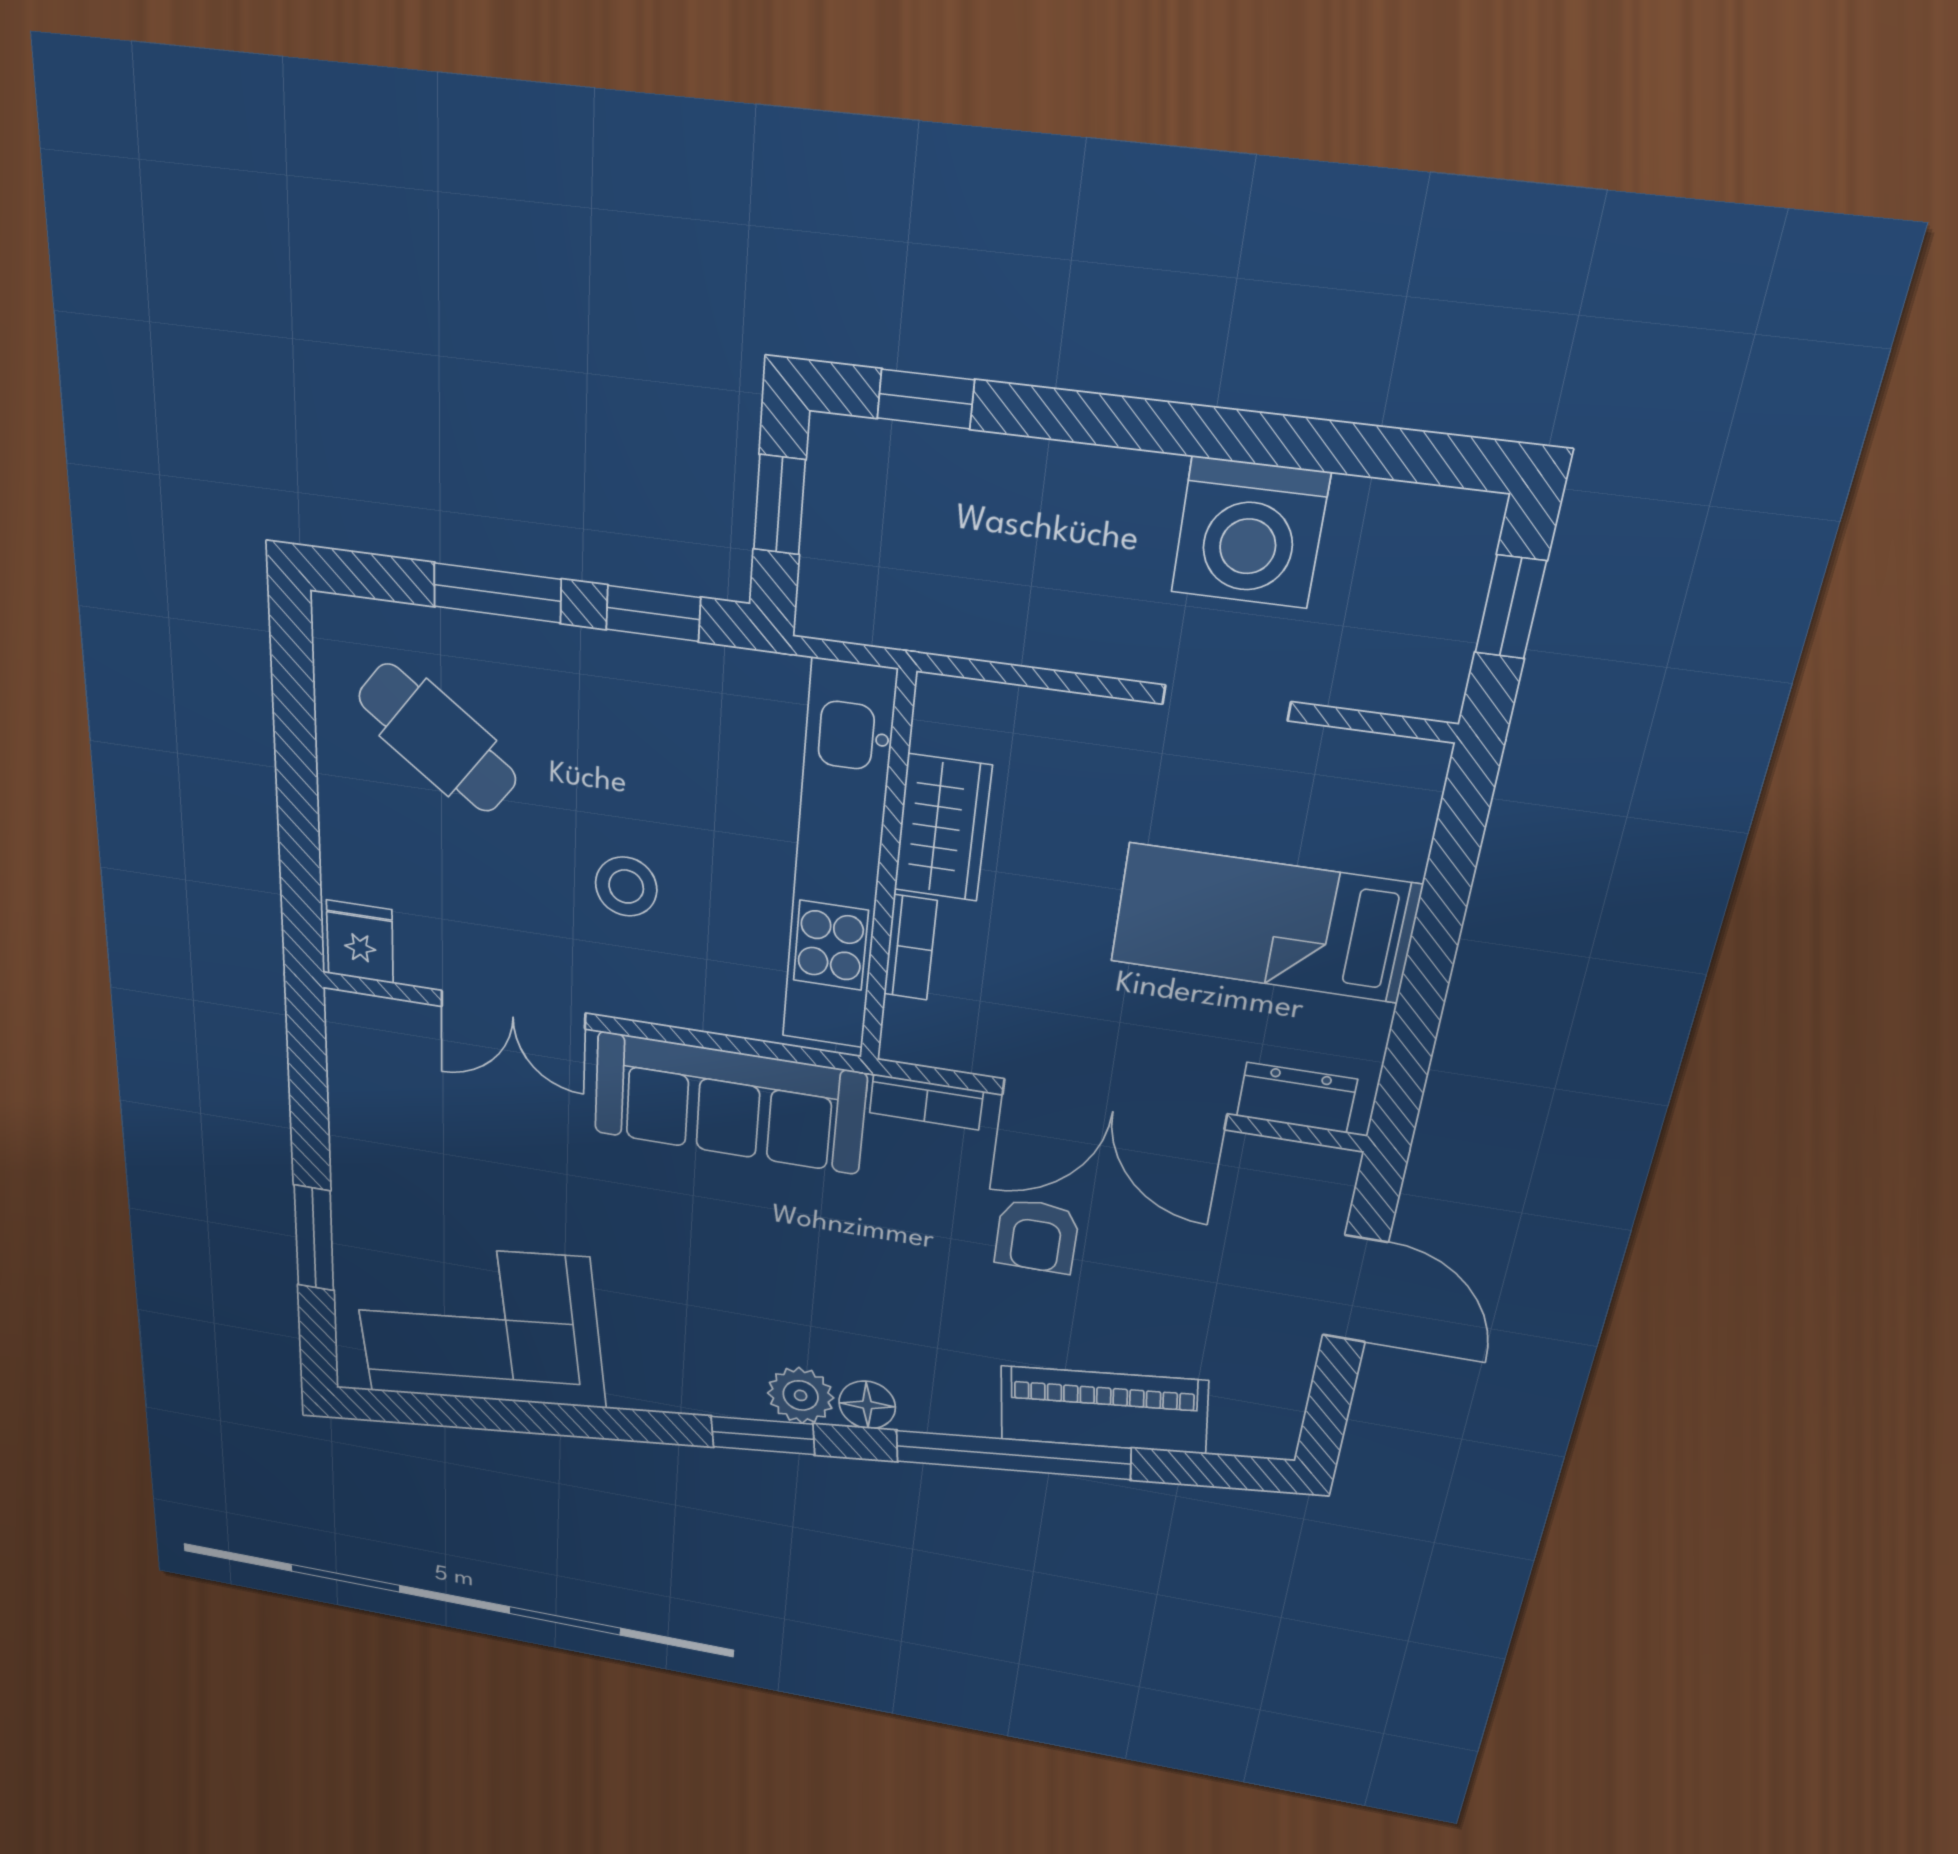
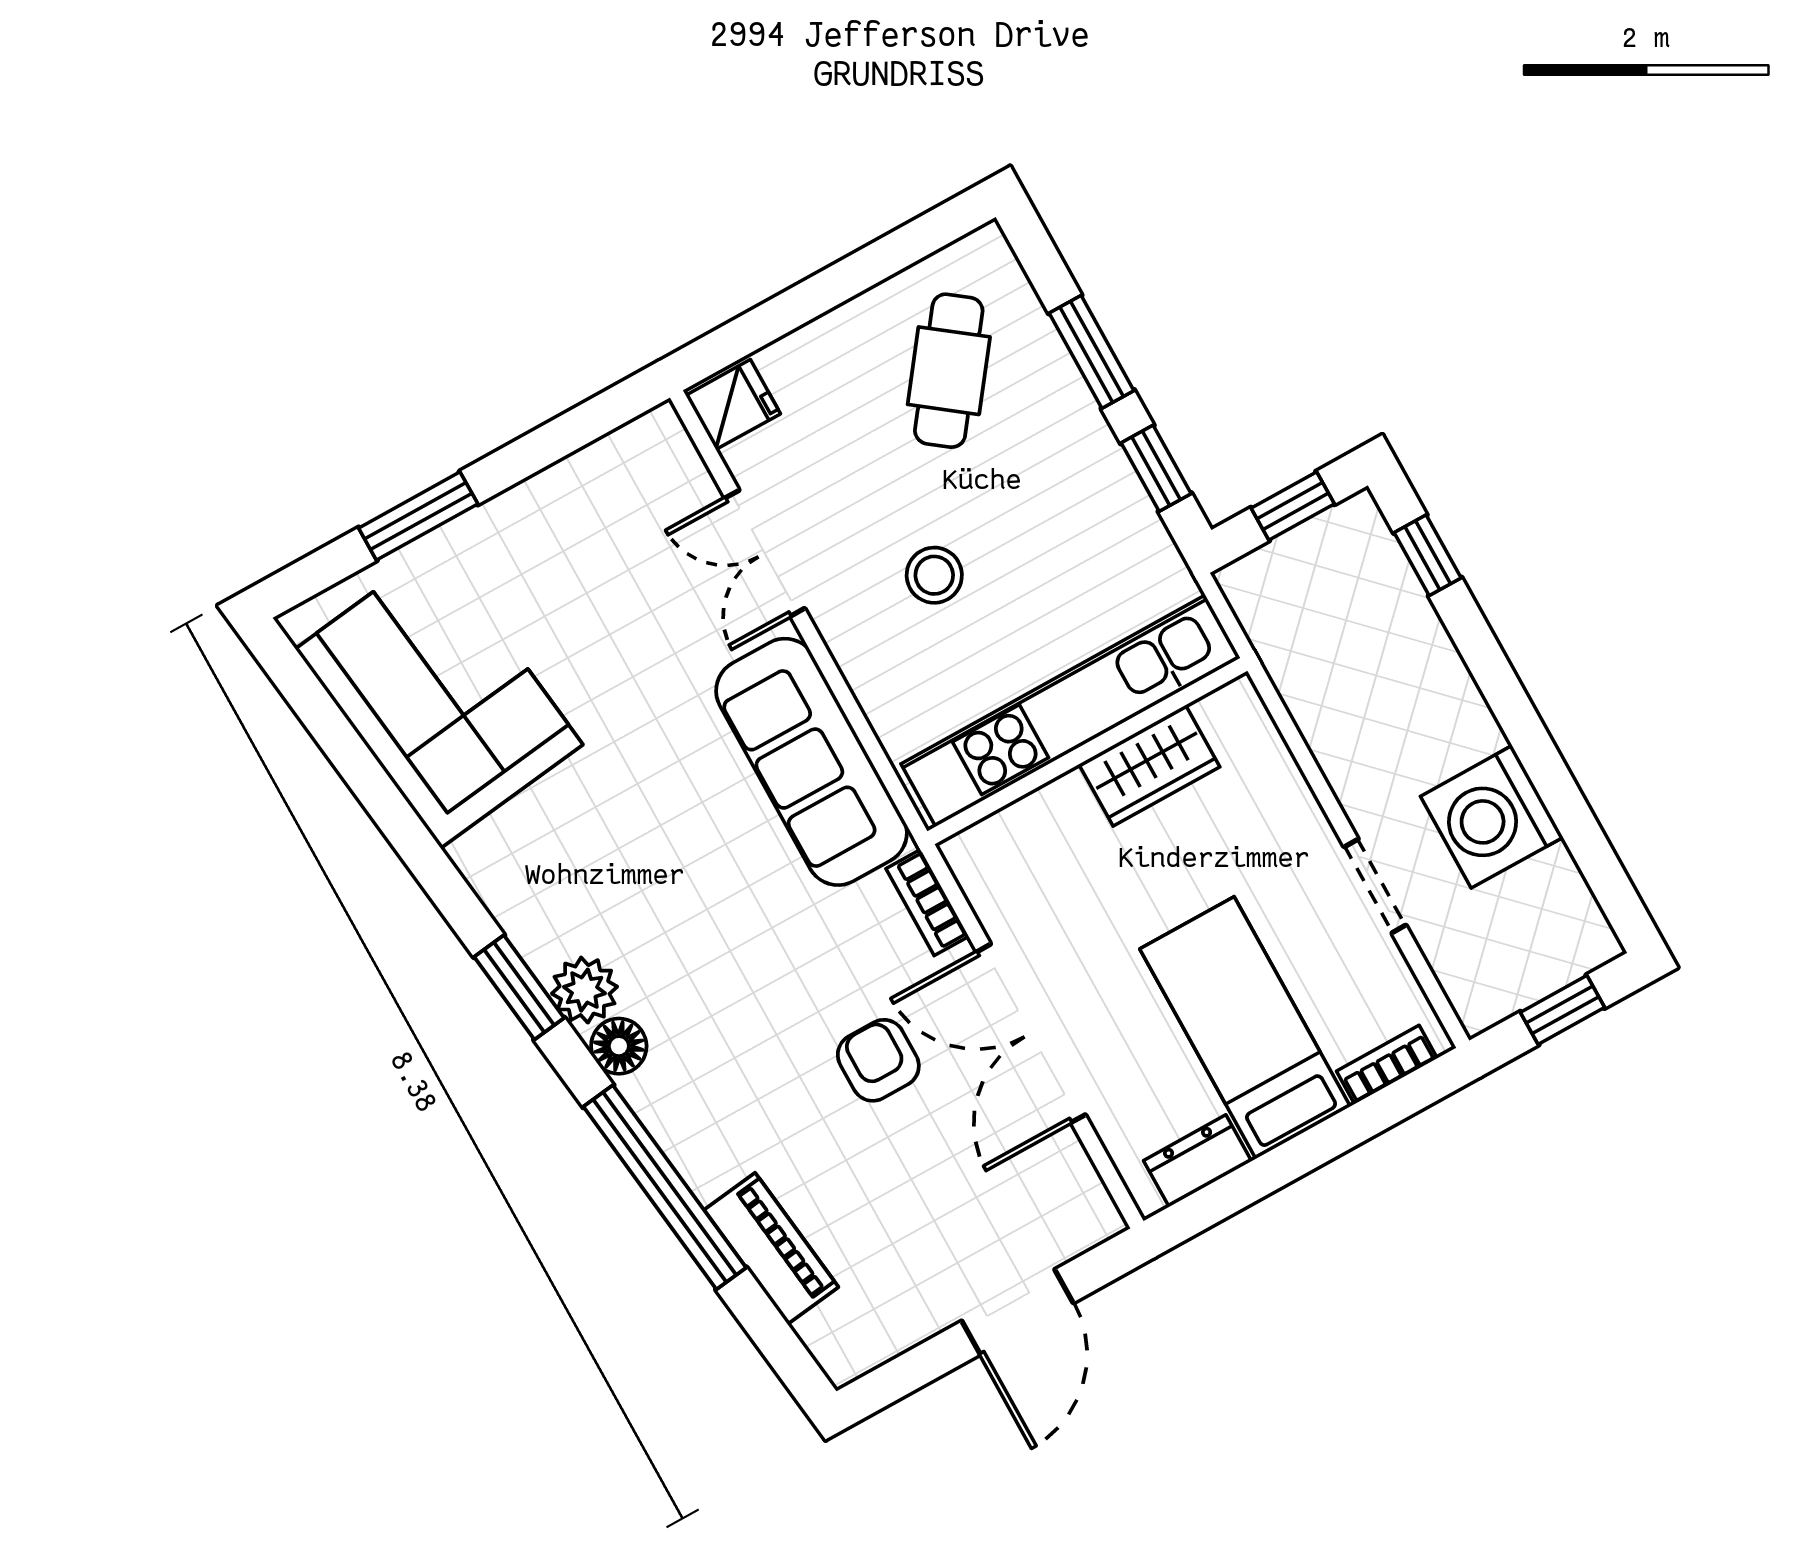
bookcase: (910, 947) -> (1387, 1065), moved, turned 180
dresser: (1297, 1098) -> (1198, 1161), moved, turned -90
armchair: (1037, 1236) -> (878, 1060), turned 90
piano: (1104, 1410) -> (771, 1248), width x0.73, depth x0.75

